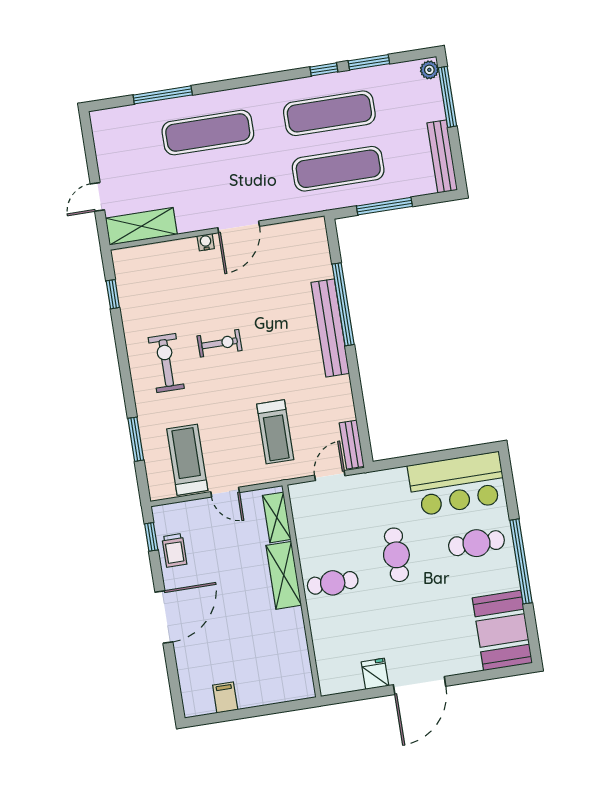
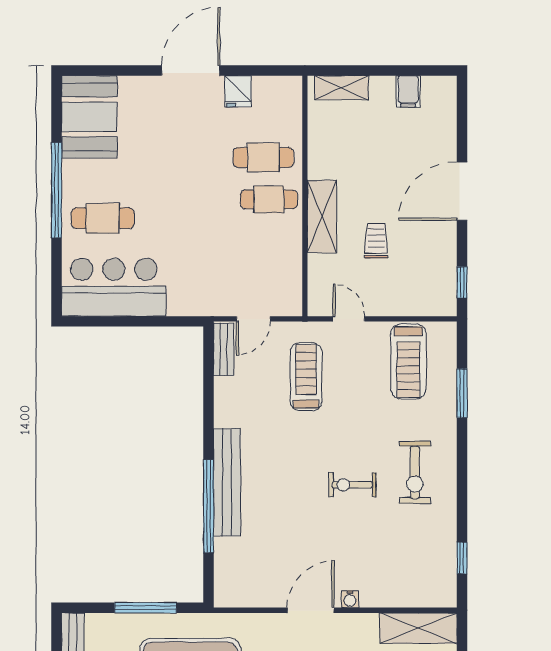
door: (225, 492) -> (349, 319), moved
shelving: (277, 517) -> (341, 88), moved, turned 90
trolley: (174, 550) -> (376, 241), moved
cafe table: (396, 555) -> (263, 157), moved, turned 90

